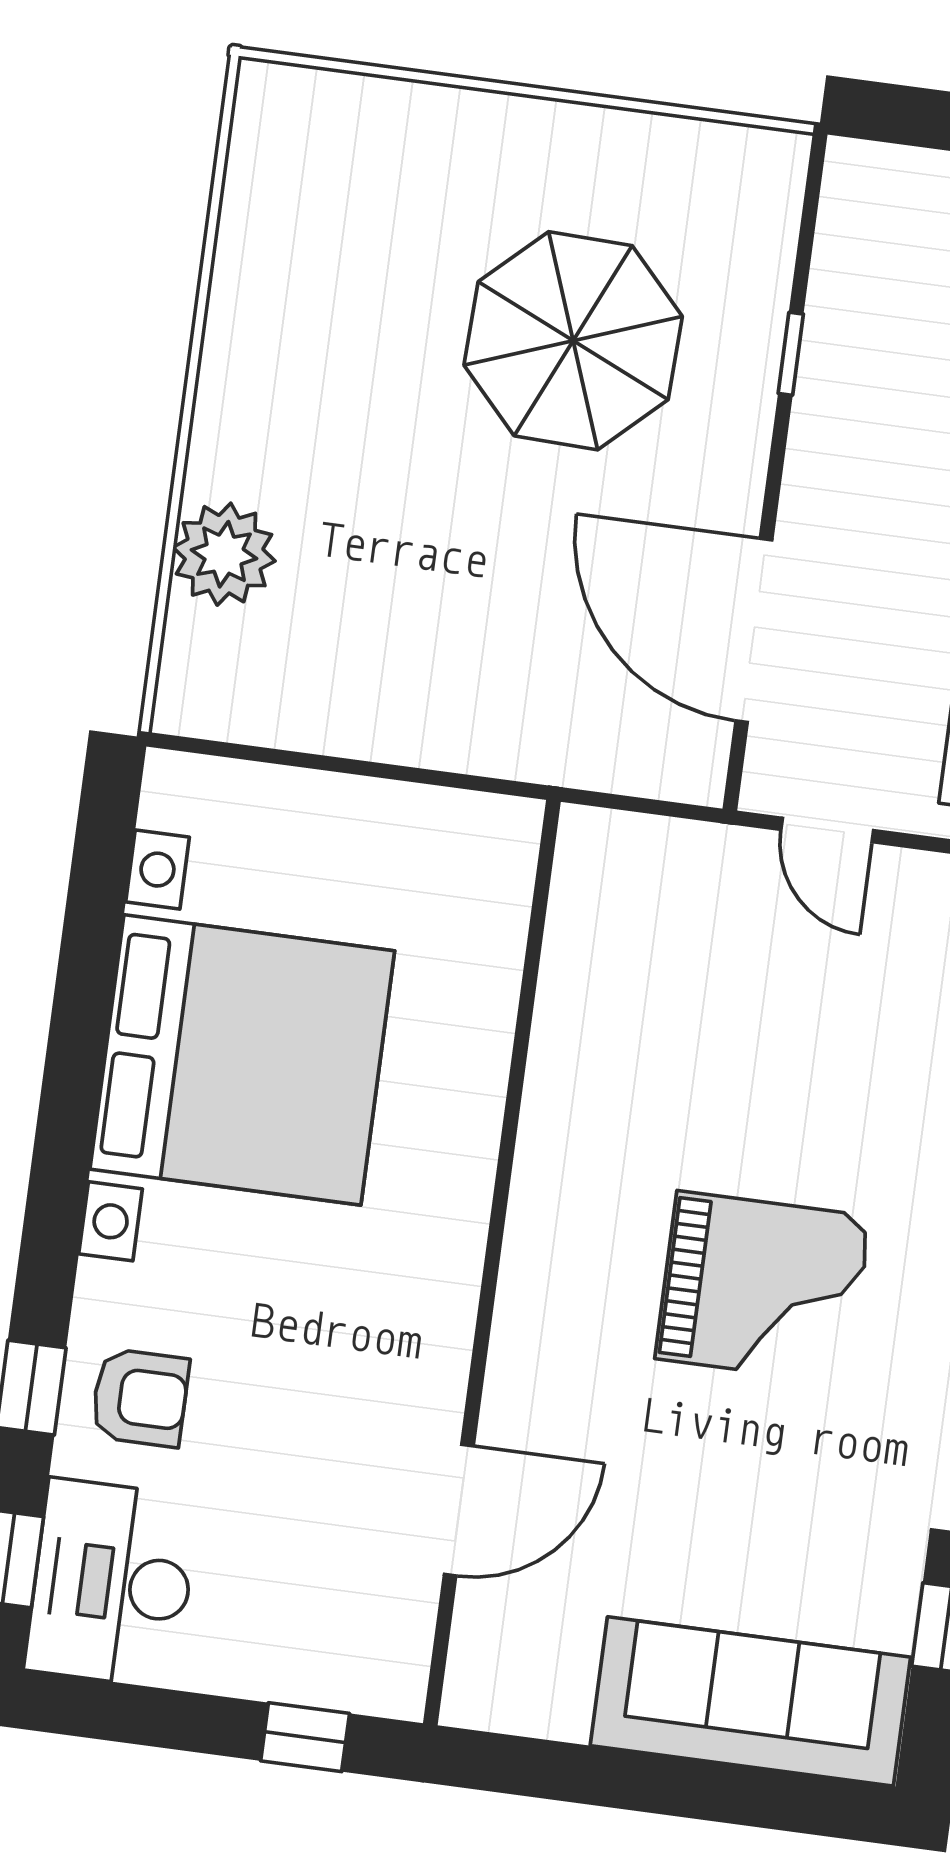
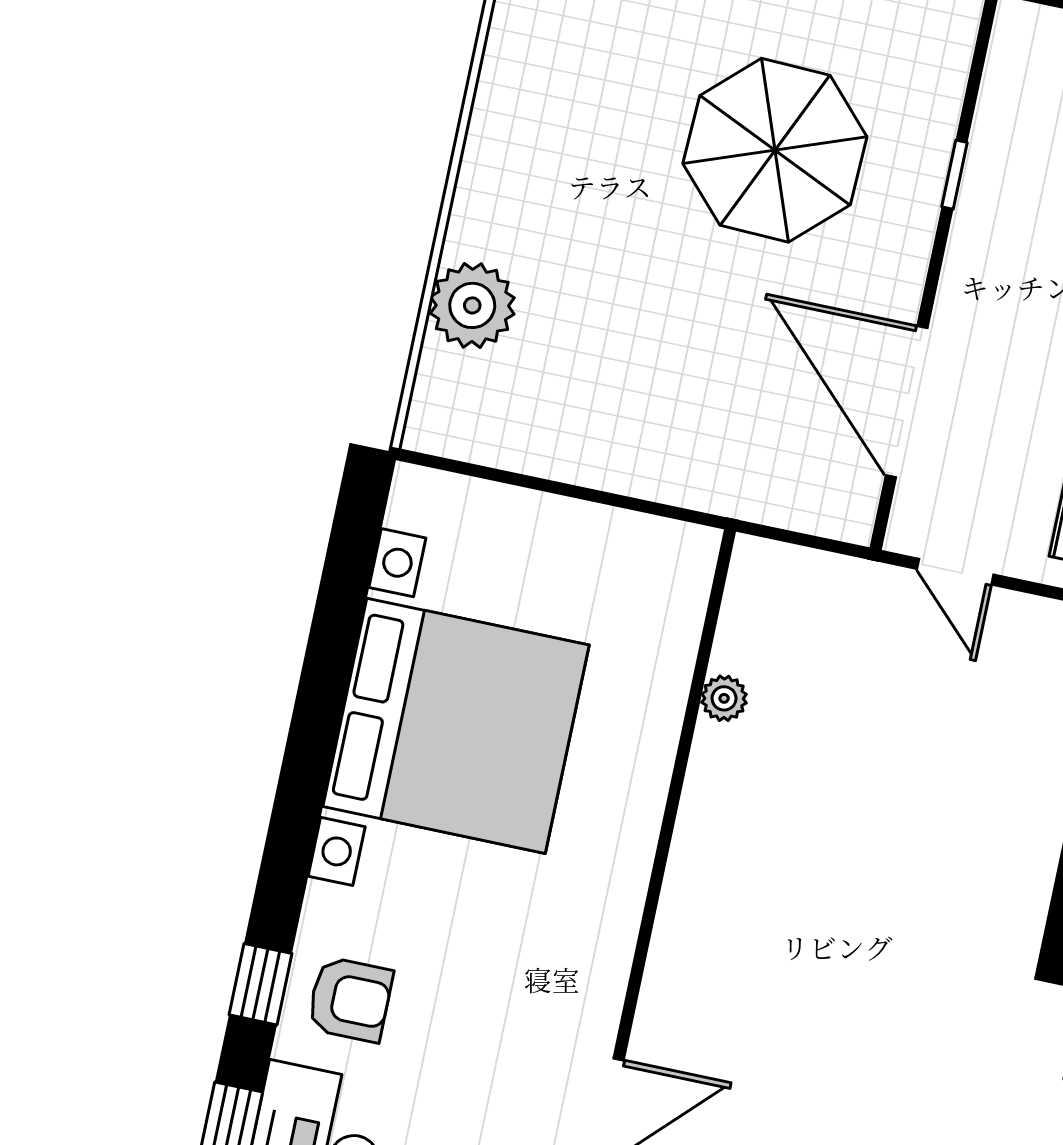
plant: (562, 1003) -> (724, 698), added
grand piano: (763, 1287) -> (873, 947), removed

